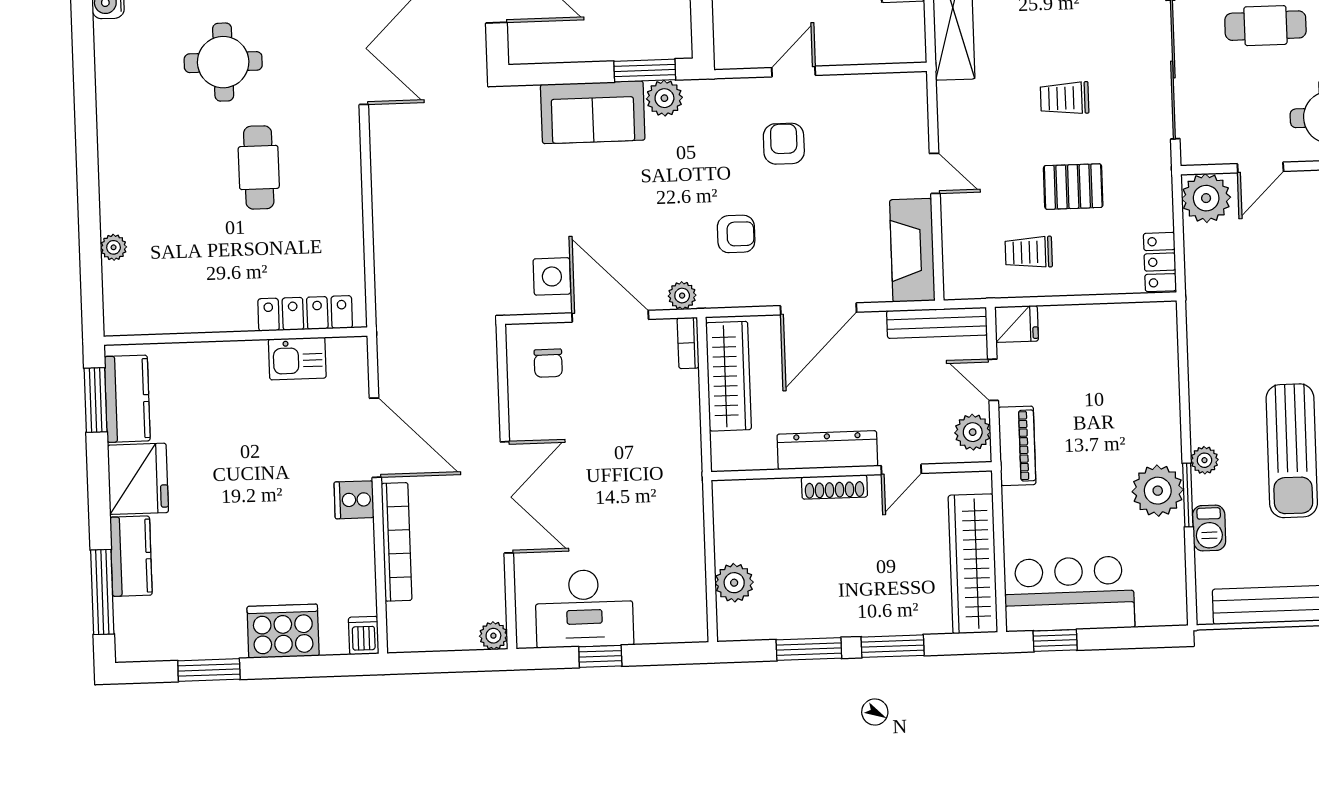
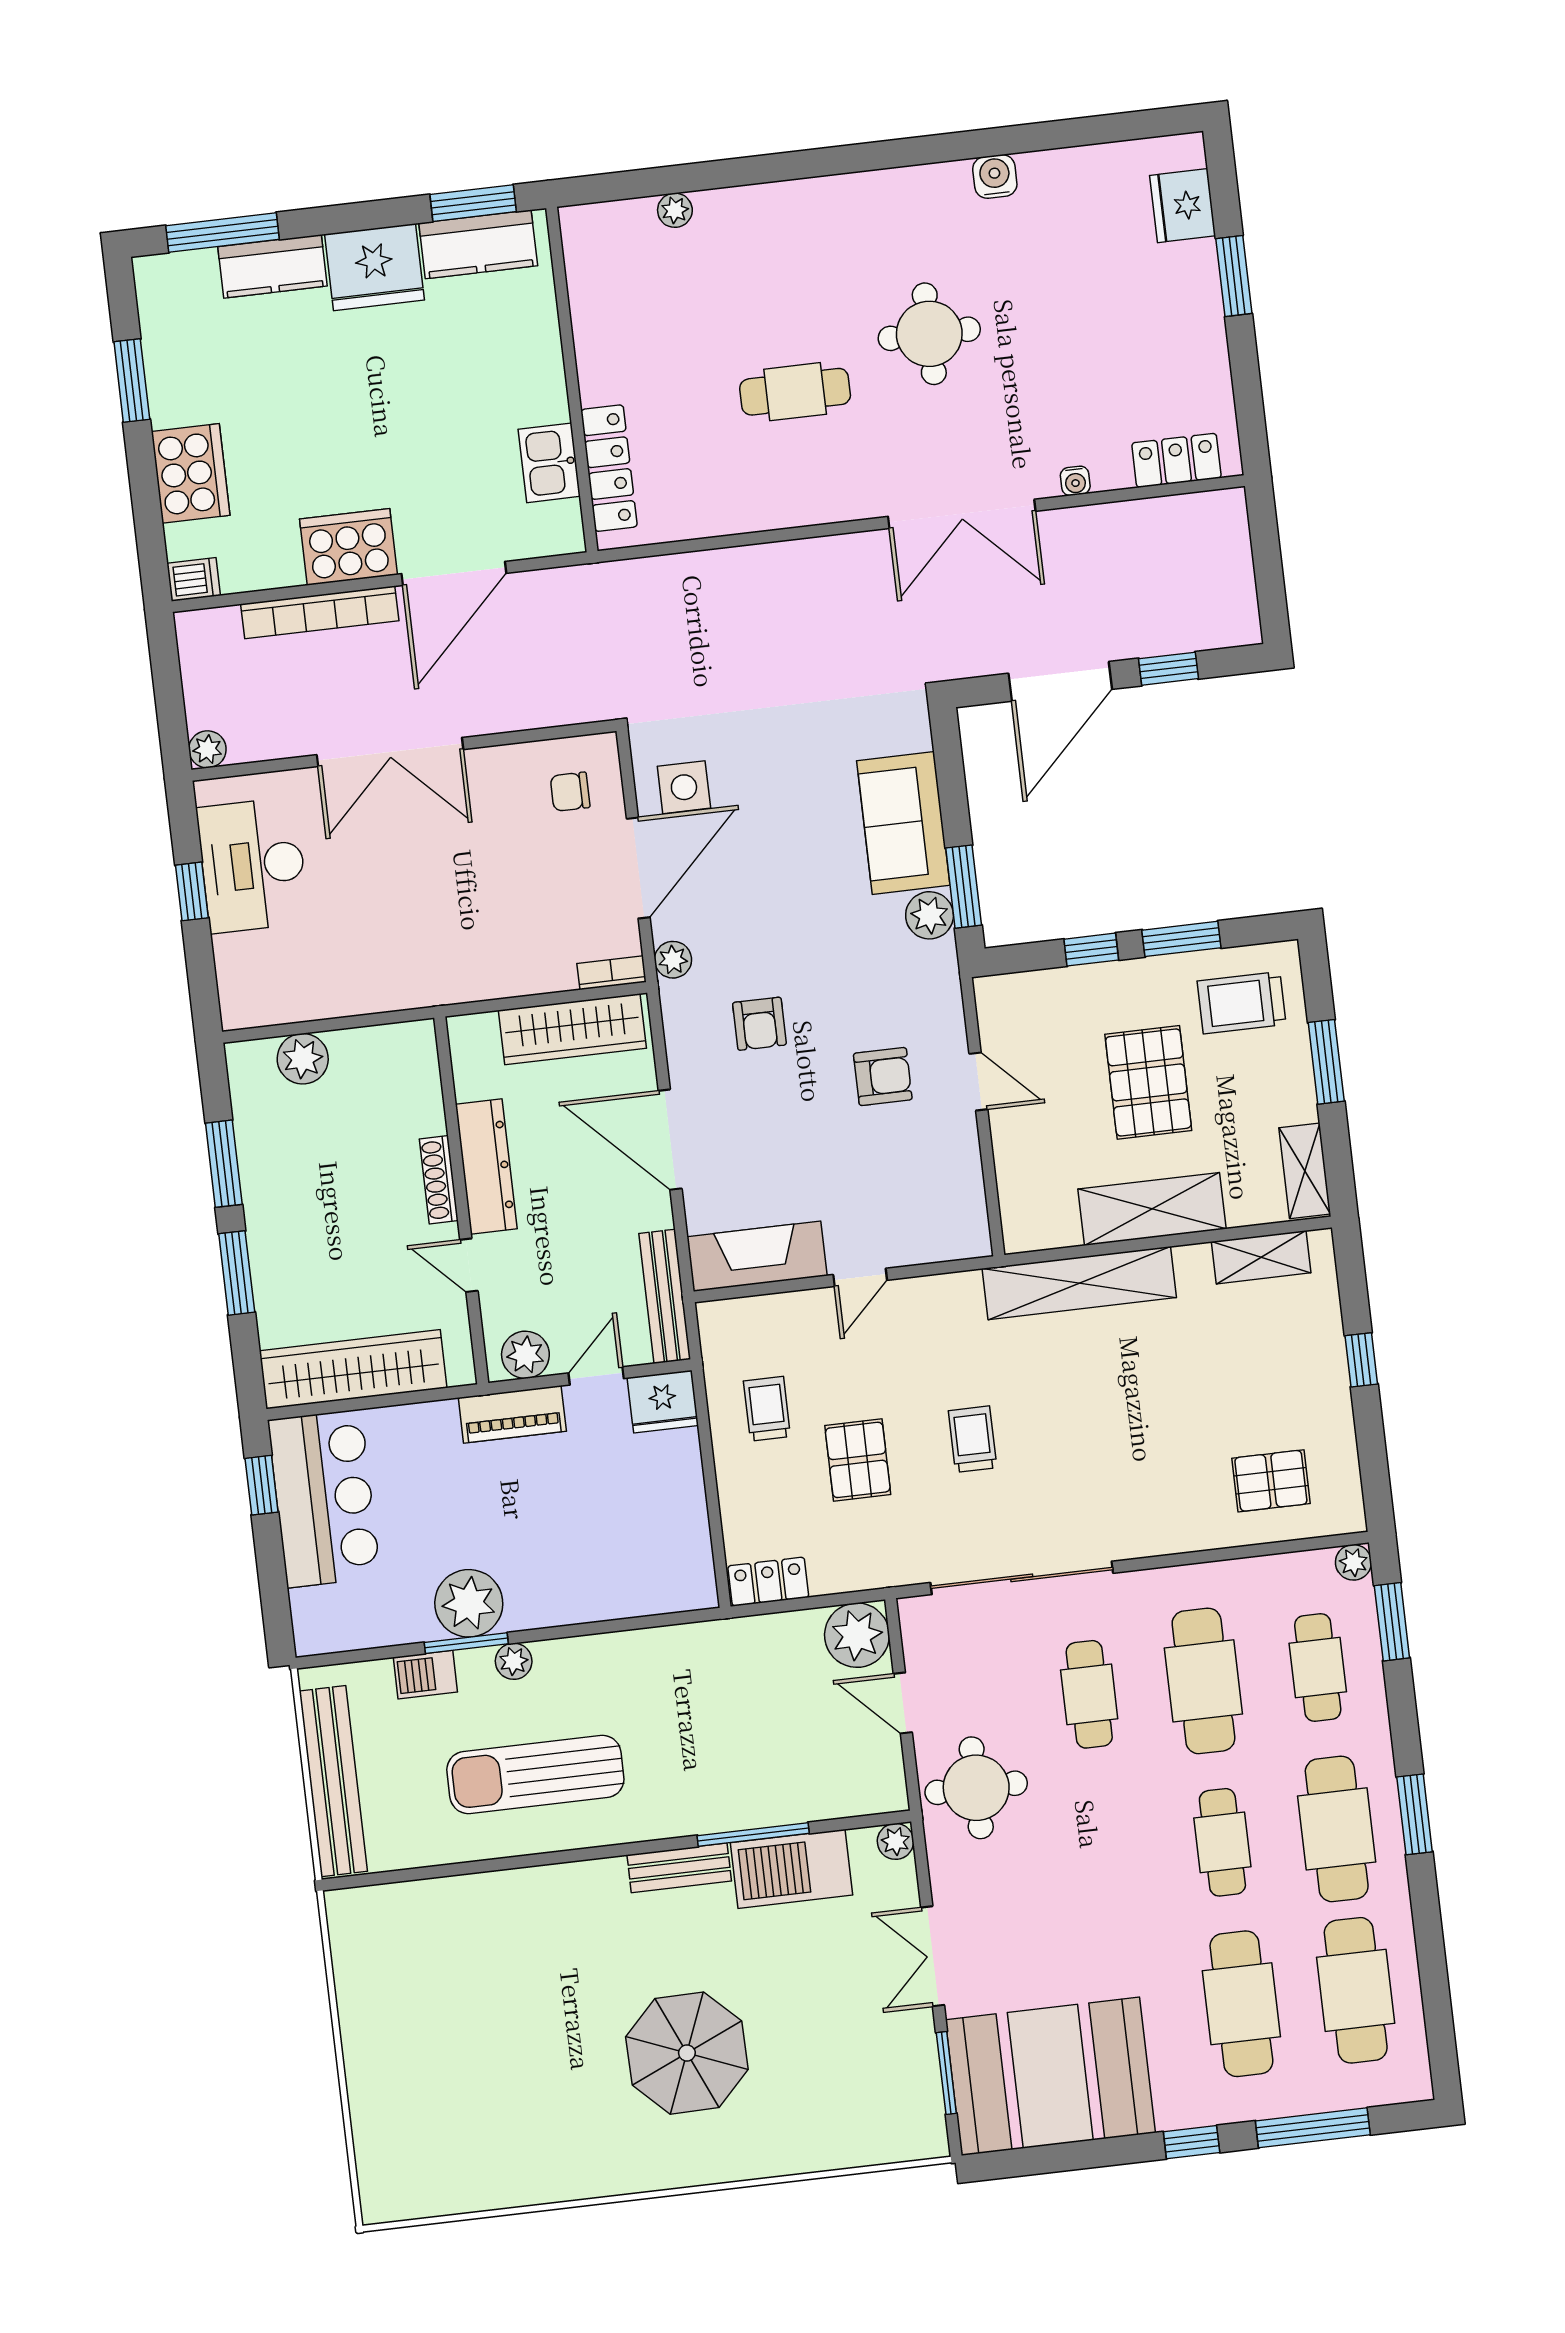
fridge: (1017, 324) -> (663, 1402), width x1.38
cooker: (354, 500) -> (348, 547), width x1.87, depth x1.31

